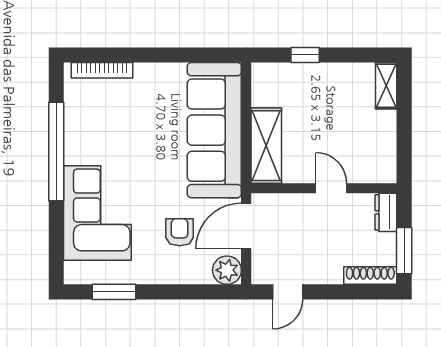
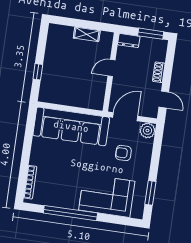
shelving: (386, 86) -> (87, 34), moved
shelving: (266, 146) -> (84, 100), removed
door: (246, 226) -> (125, 117), swing flipped
shoe rack: (370, 276) -> (159, 72), moved, width x0.70

